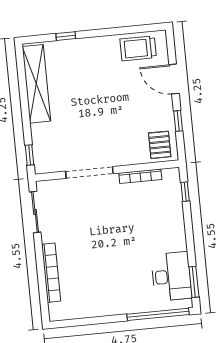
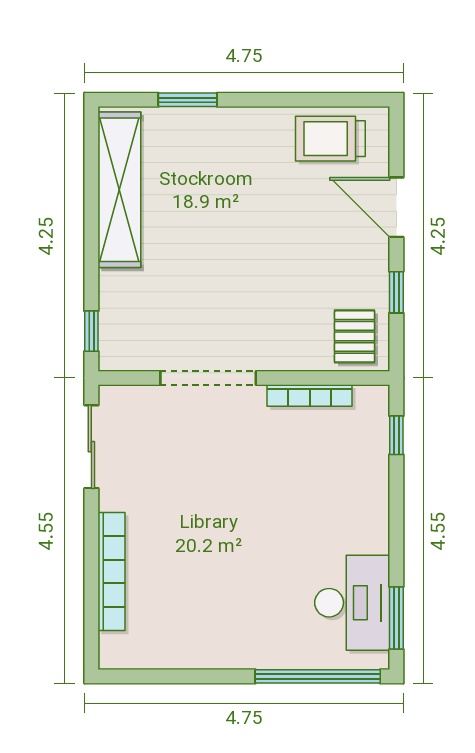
window: (66, 36) -> (188, 100), width x1.50

